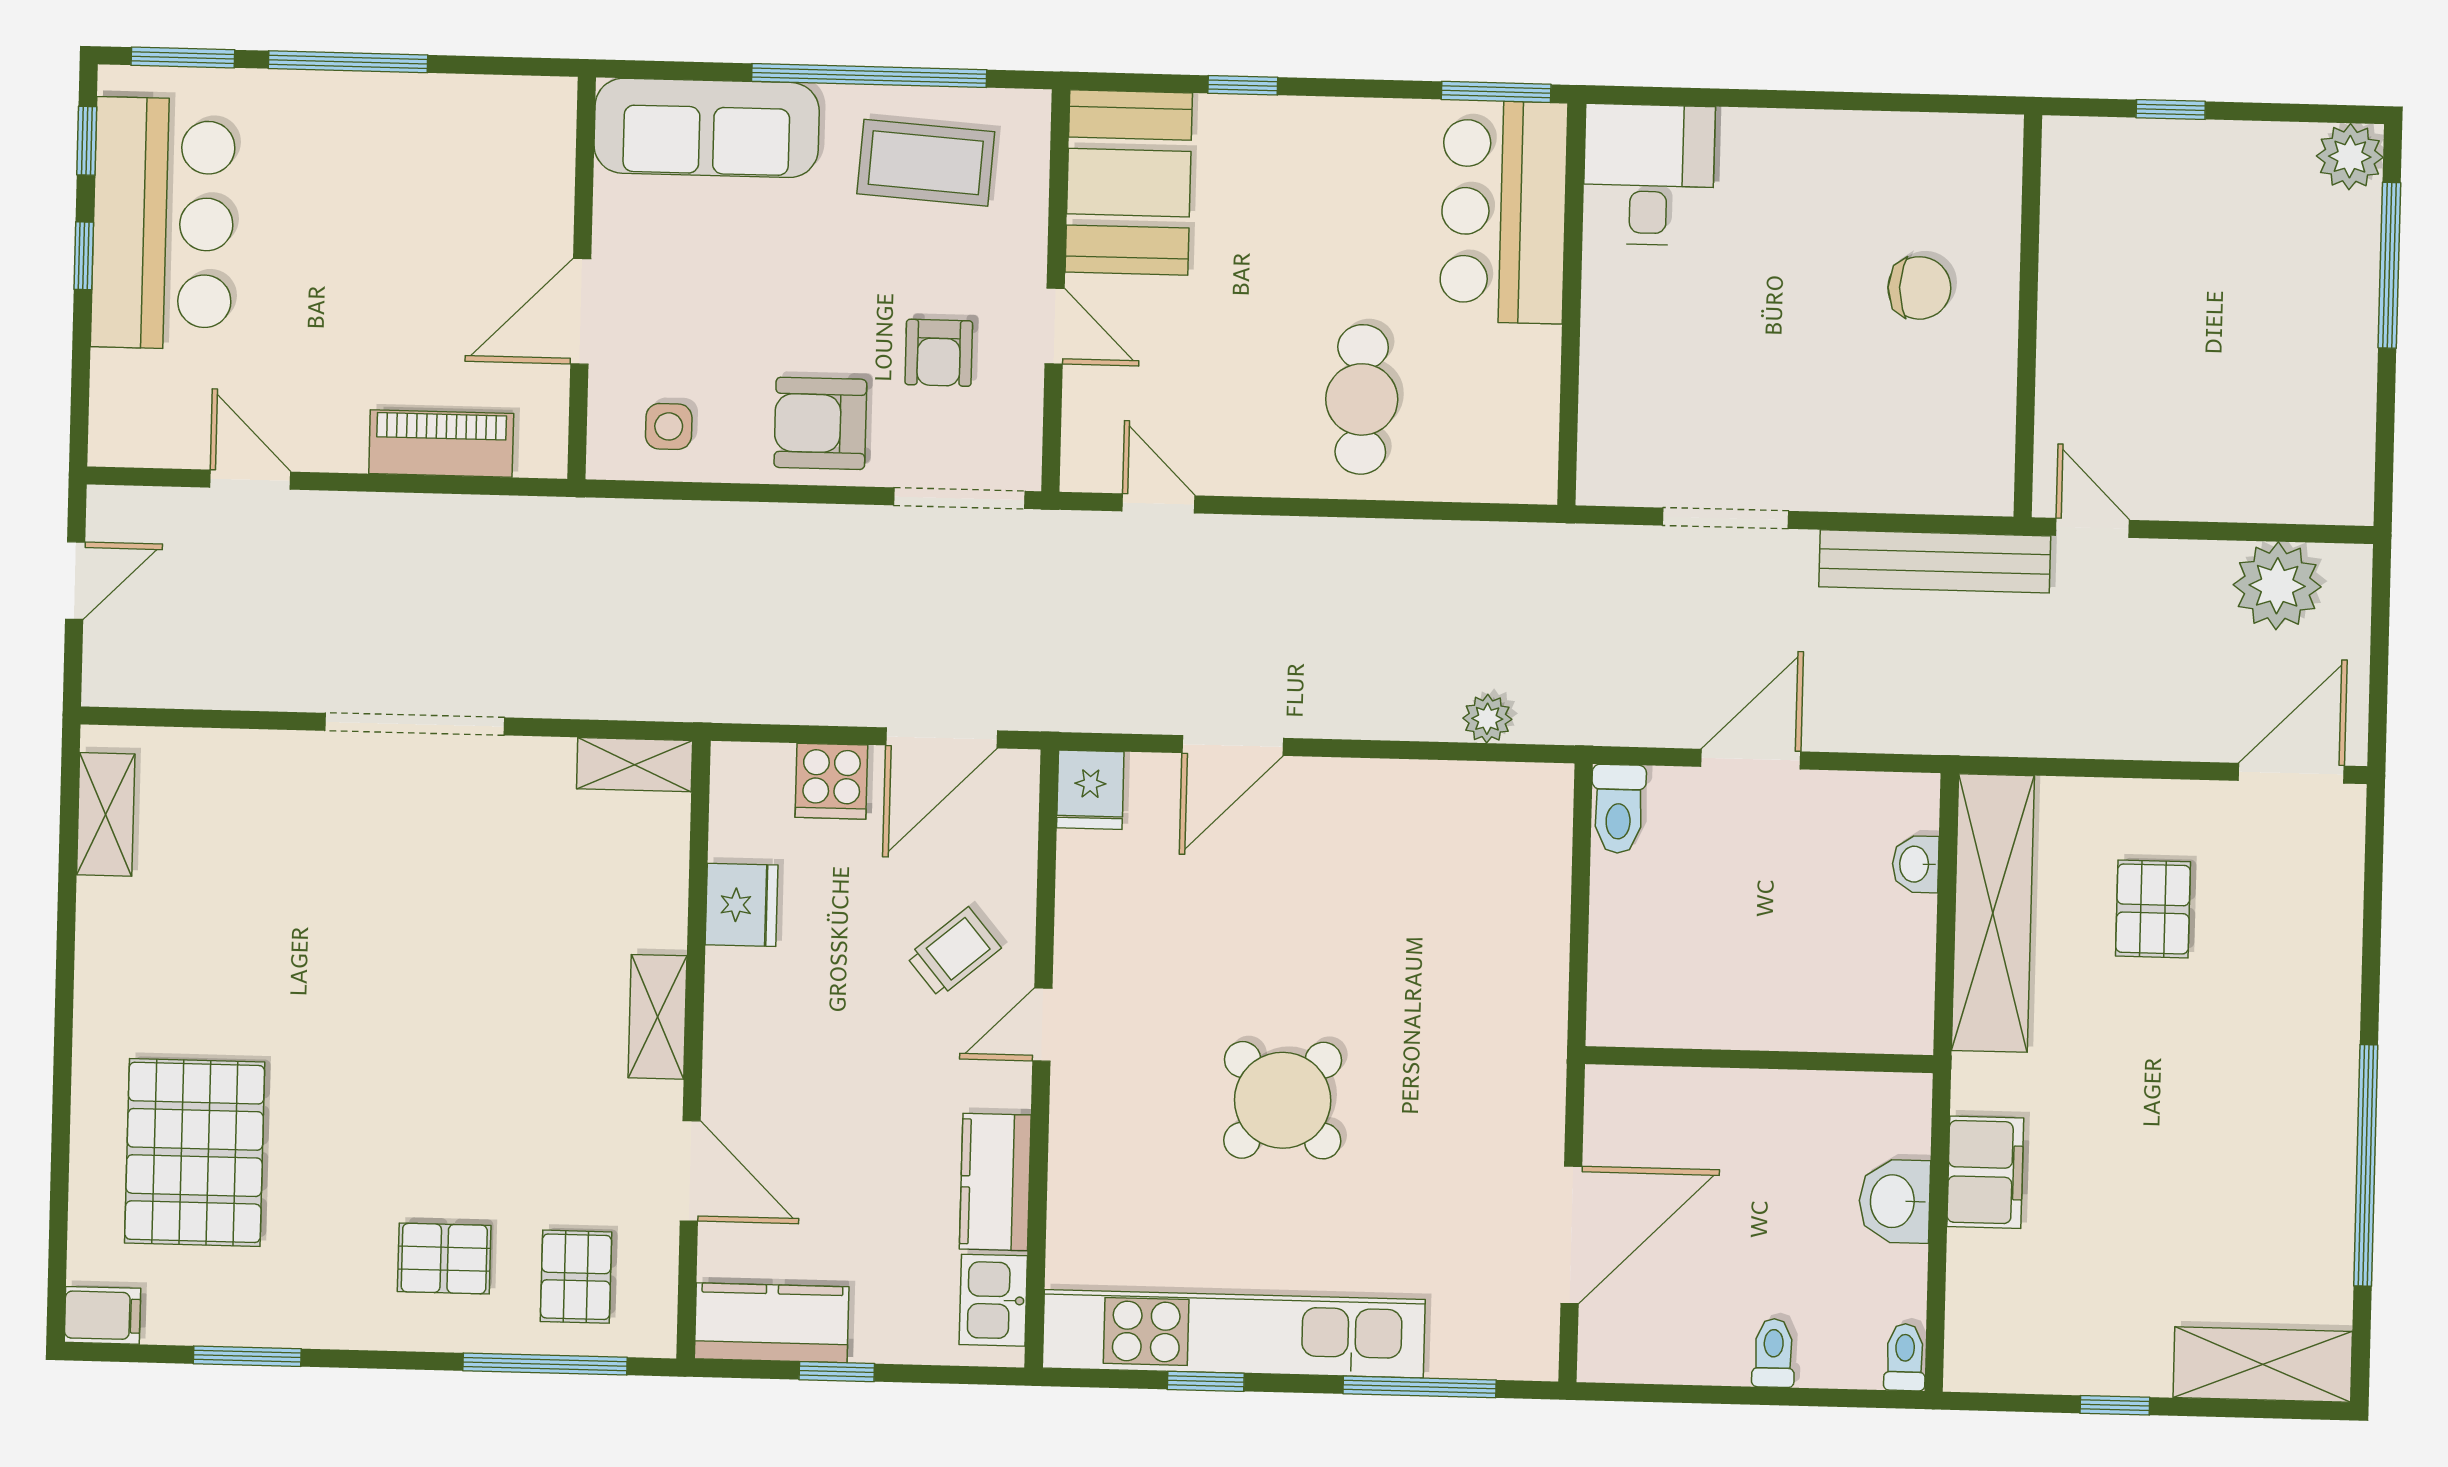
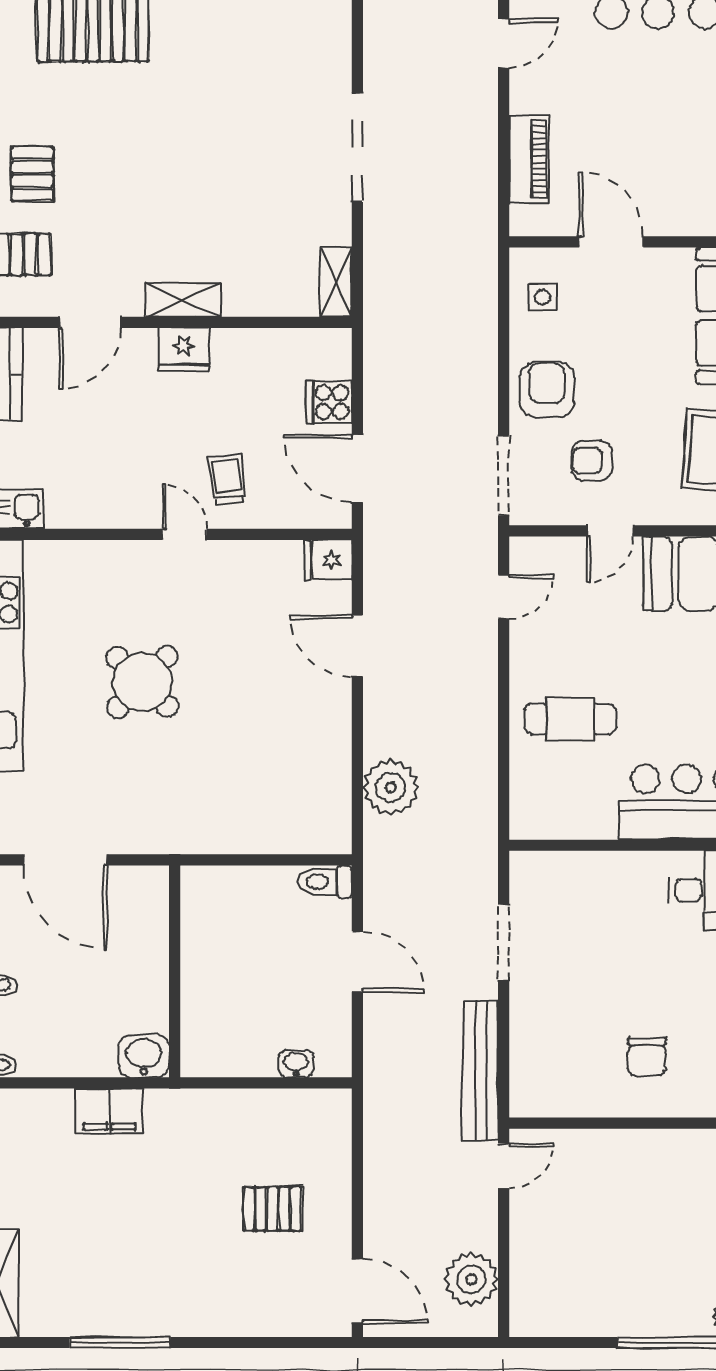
plant: (1487, 719) -> (391, 787), width x1.88, depth x1.88
fridge: (742, 905) -> (184, 349), moved
shelving: (1993, 913) -> (267, 1111), removed
trolley: (954, 952) -> (227, 479), turned -146
window: (2366, 1165) -> (120, 1342), width x0.68
kitchen counter: (995, 1182) -> (88, 508), removed
washbasin: (1894, 1201) -> (144, 1056), moved

